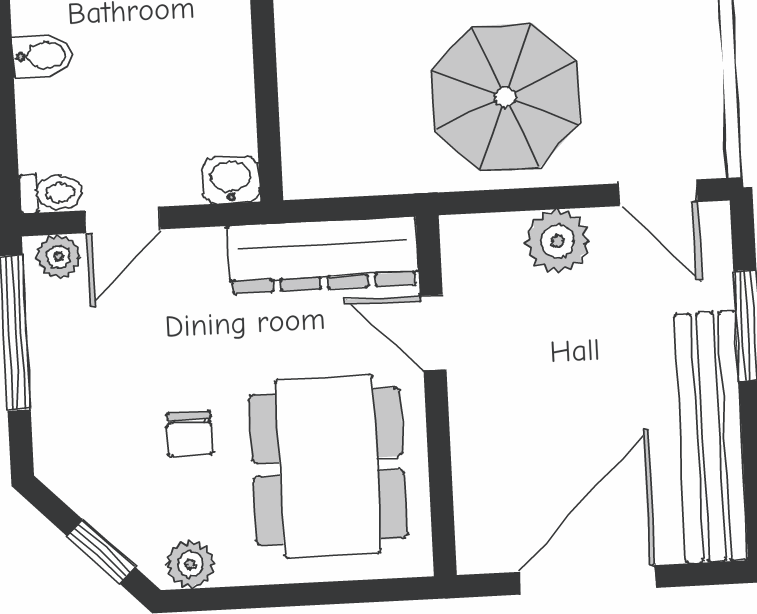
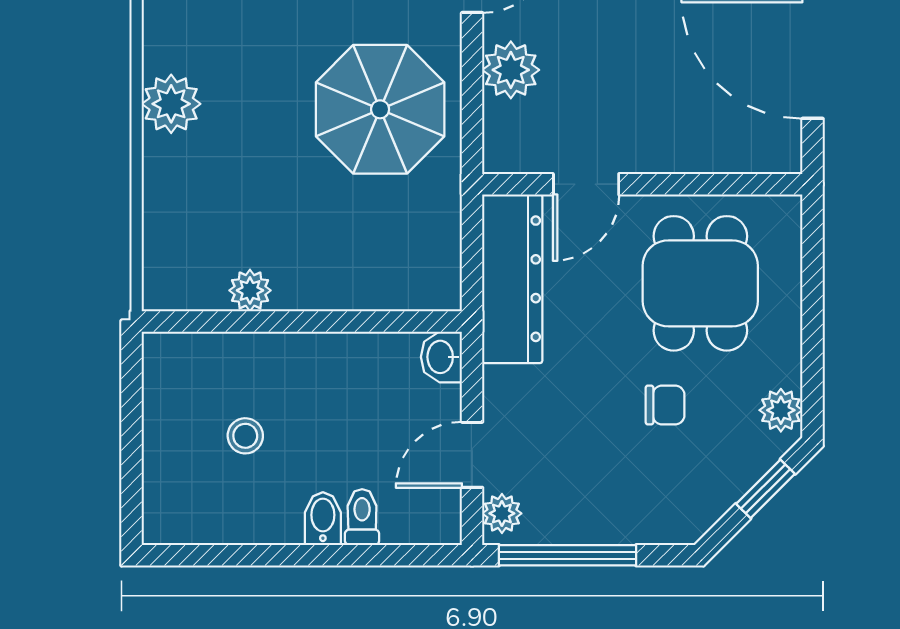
toilet: (51, 193) -> (362, 517), moved
door: (123, 220) -> (472, 455), swing flipped
dining table: (328, 467) -> (700, 283), width x0.73

